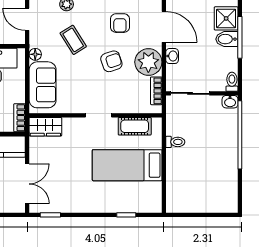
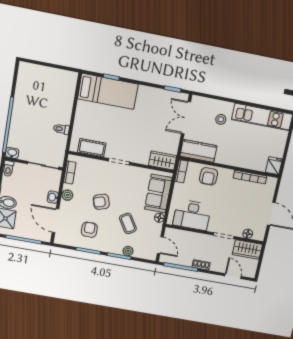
plant: (148, 62) -> (67, 195), width x0.53, depth x0.53
bed: (127, 165) -> (108, 91), moved

